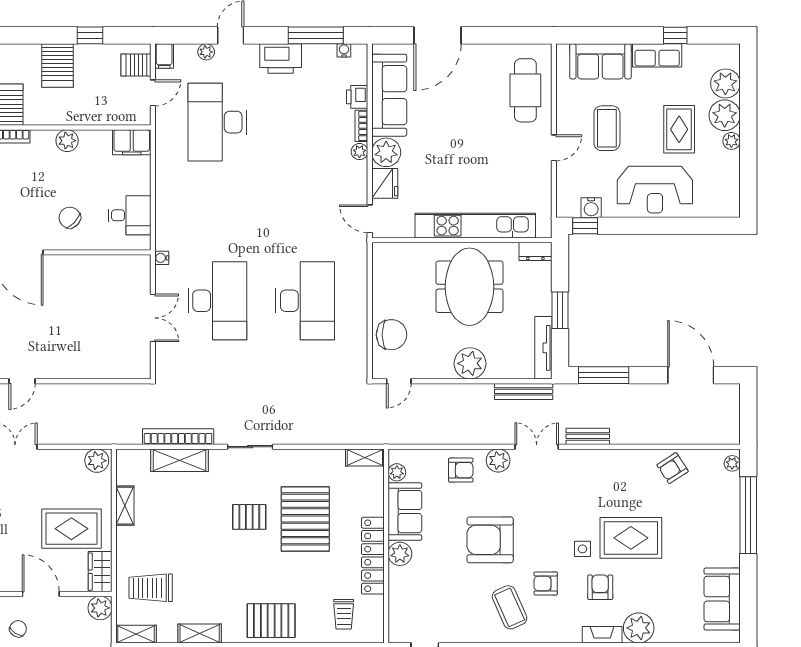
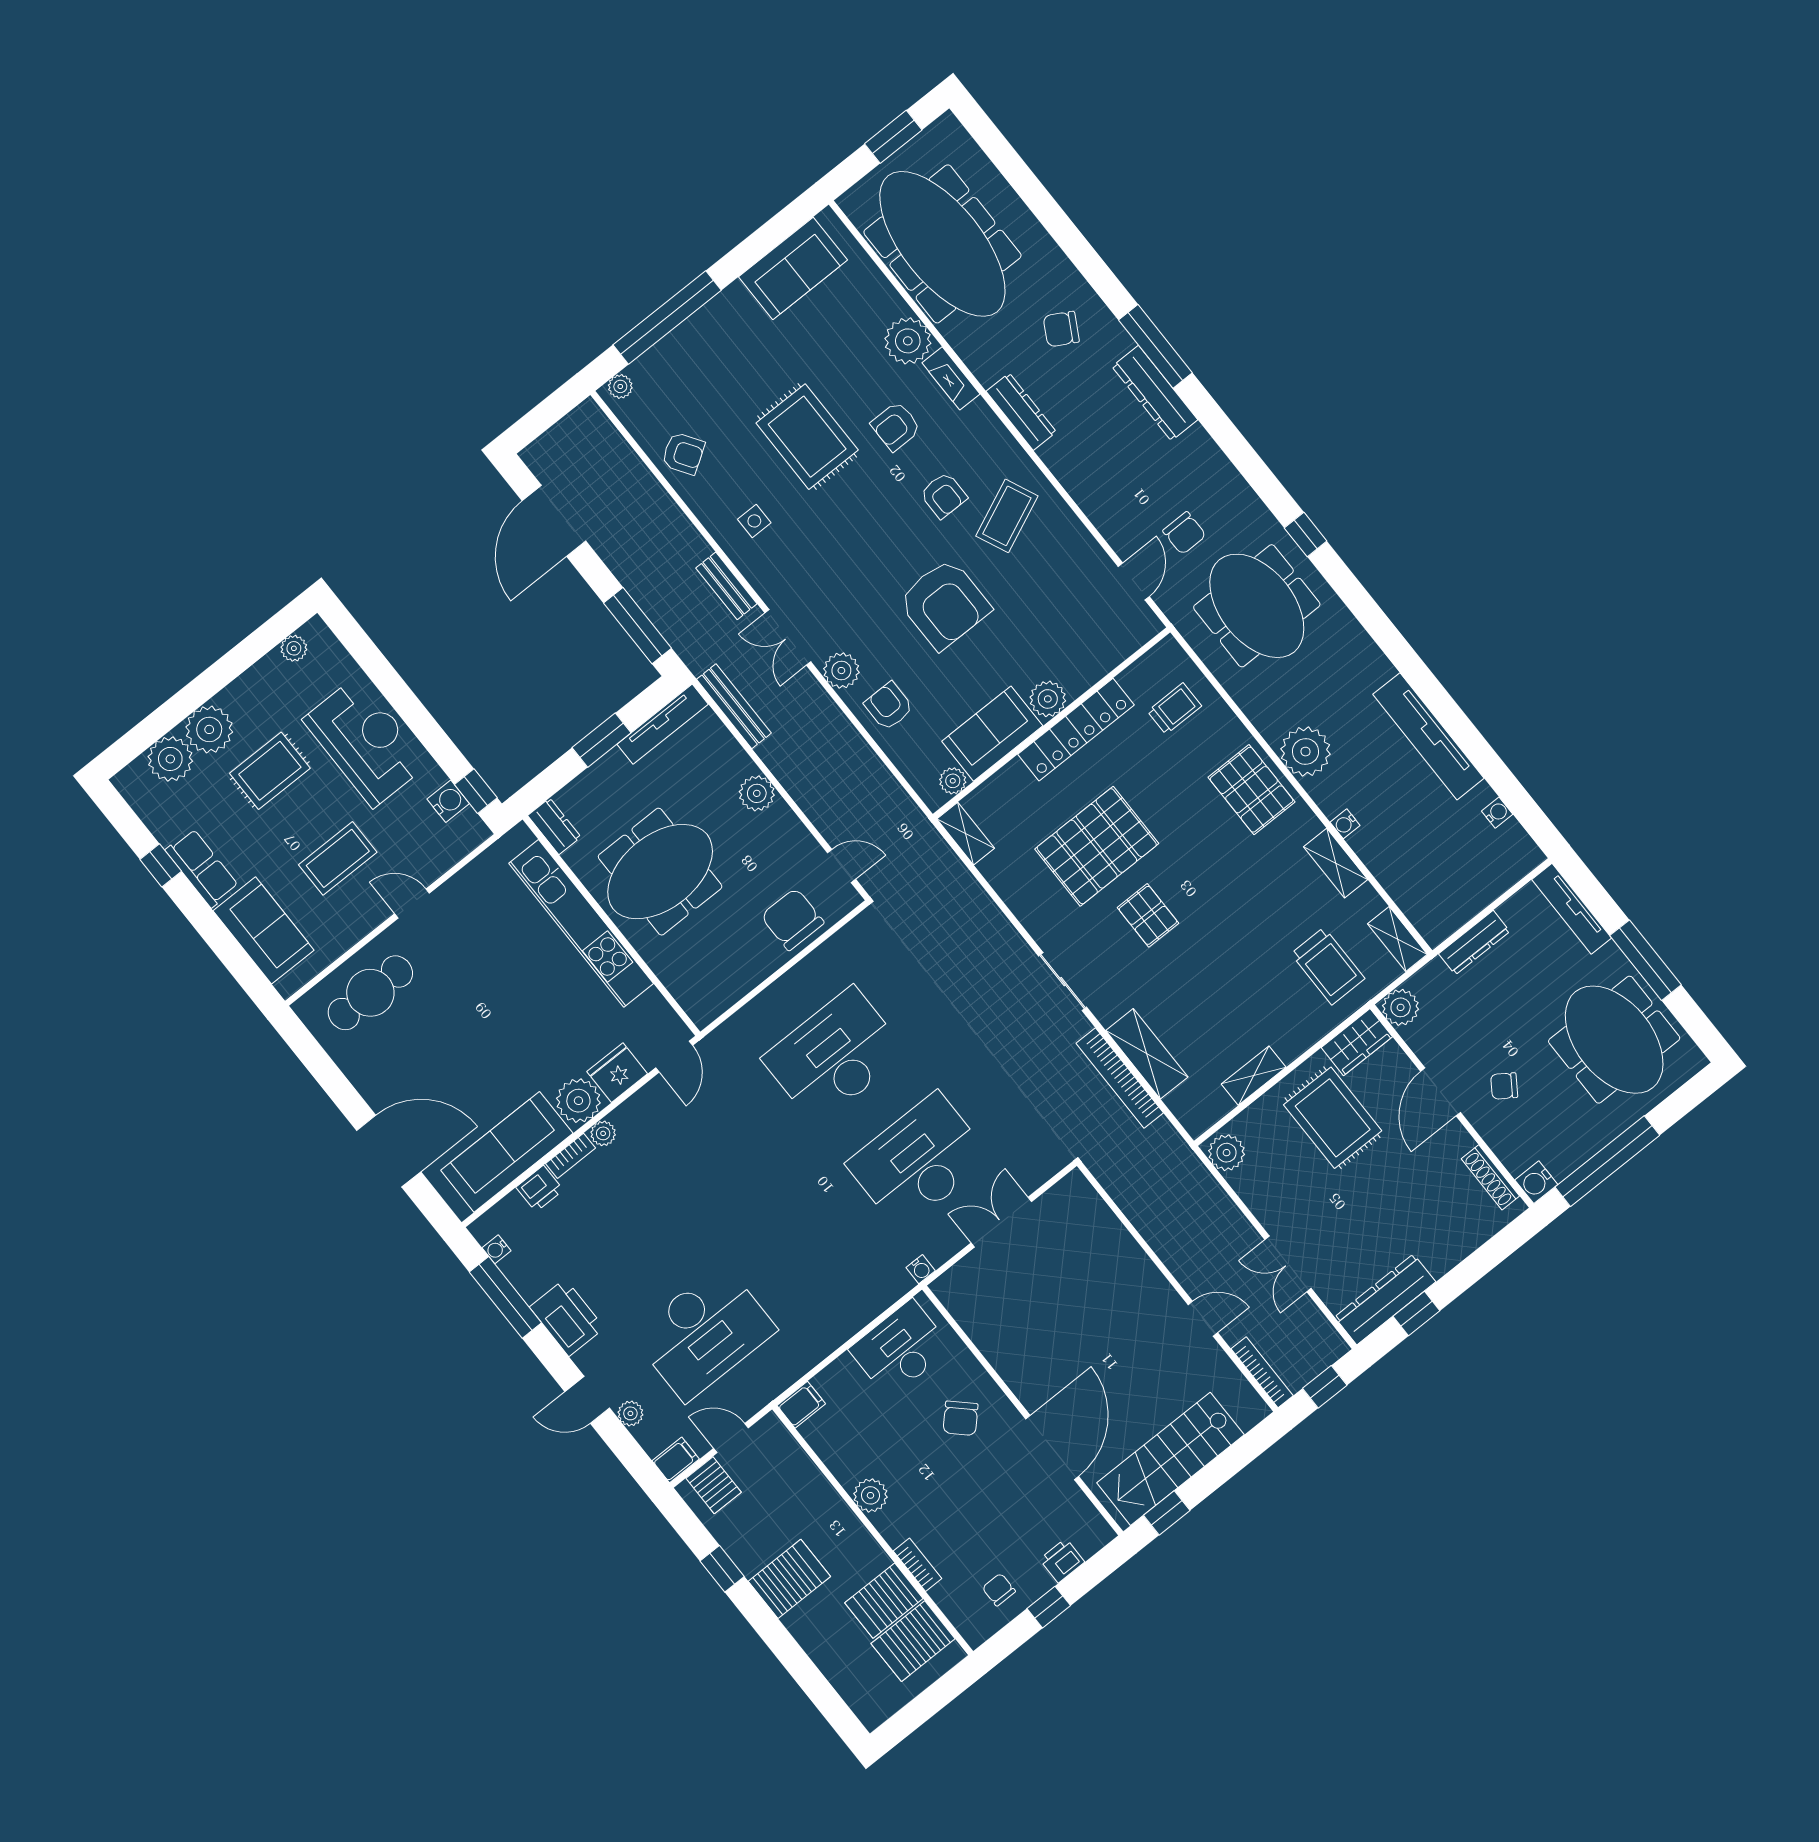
plant: (731, 141) -> (294, 648), moved
filing cabinet: (132, 142) -> (801, 1405), width x0.50
desk: (130, 215) -> (900, 1349), width x1.37
plant: (470, 363) -> (757, 793), width x0.73, depth x0.73
side table: (582, 549) -> (754, 521), moved

